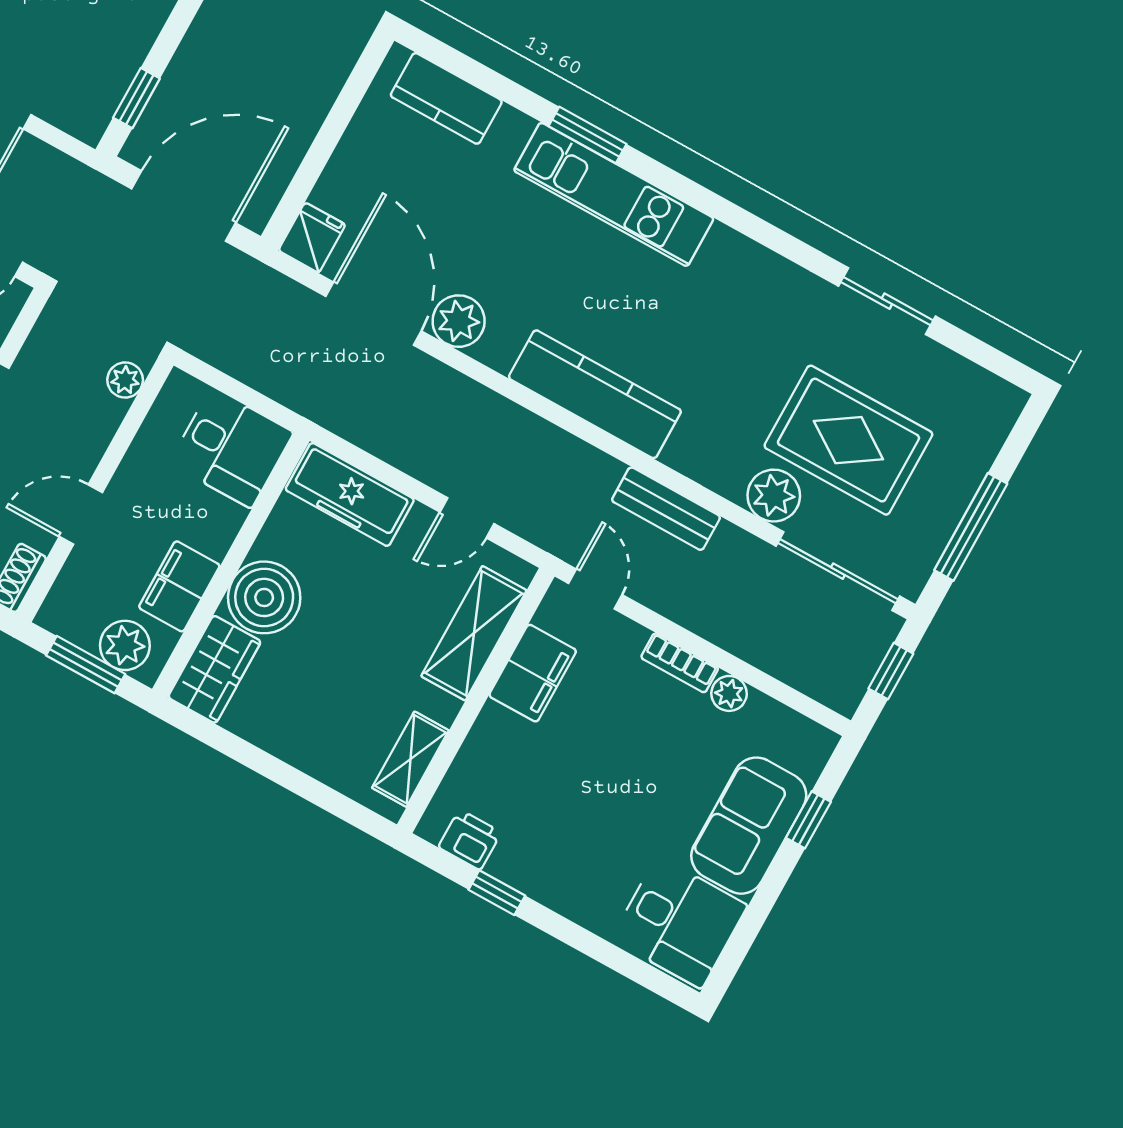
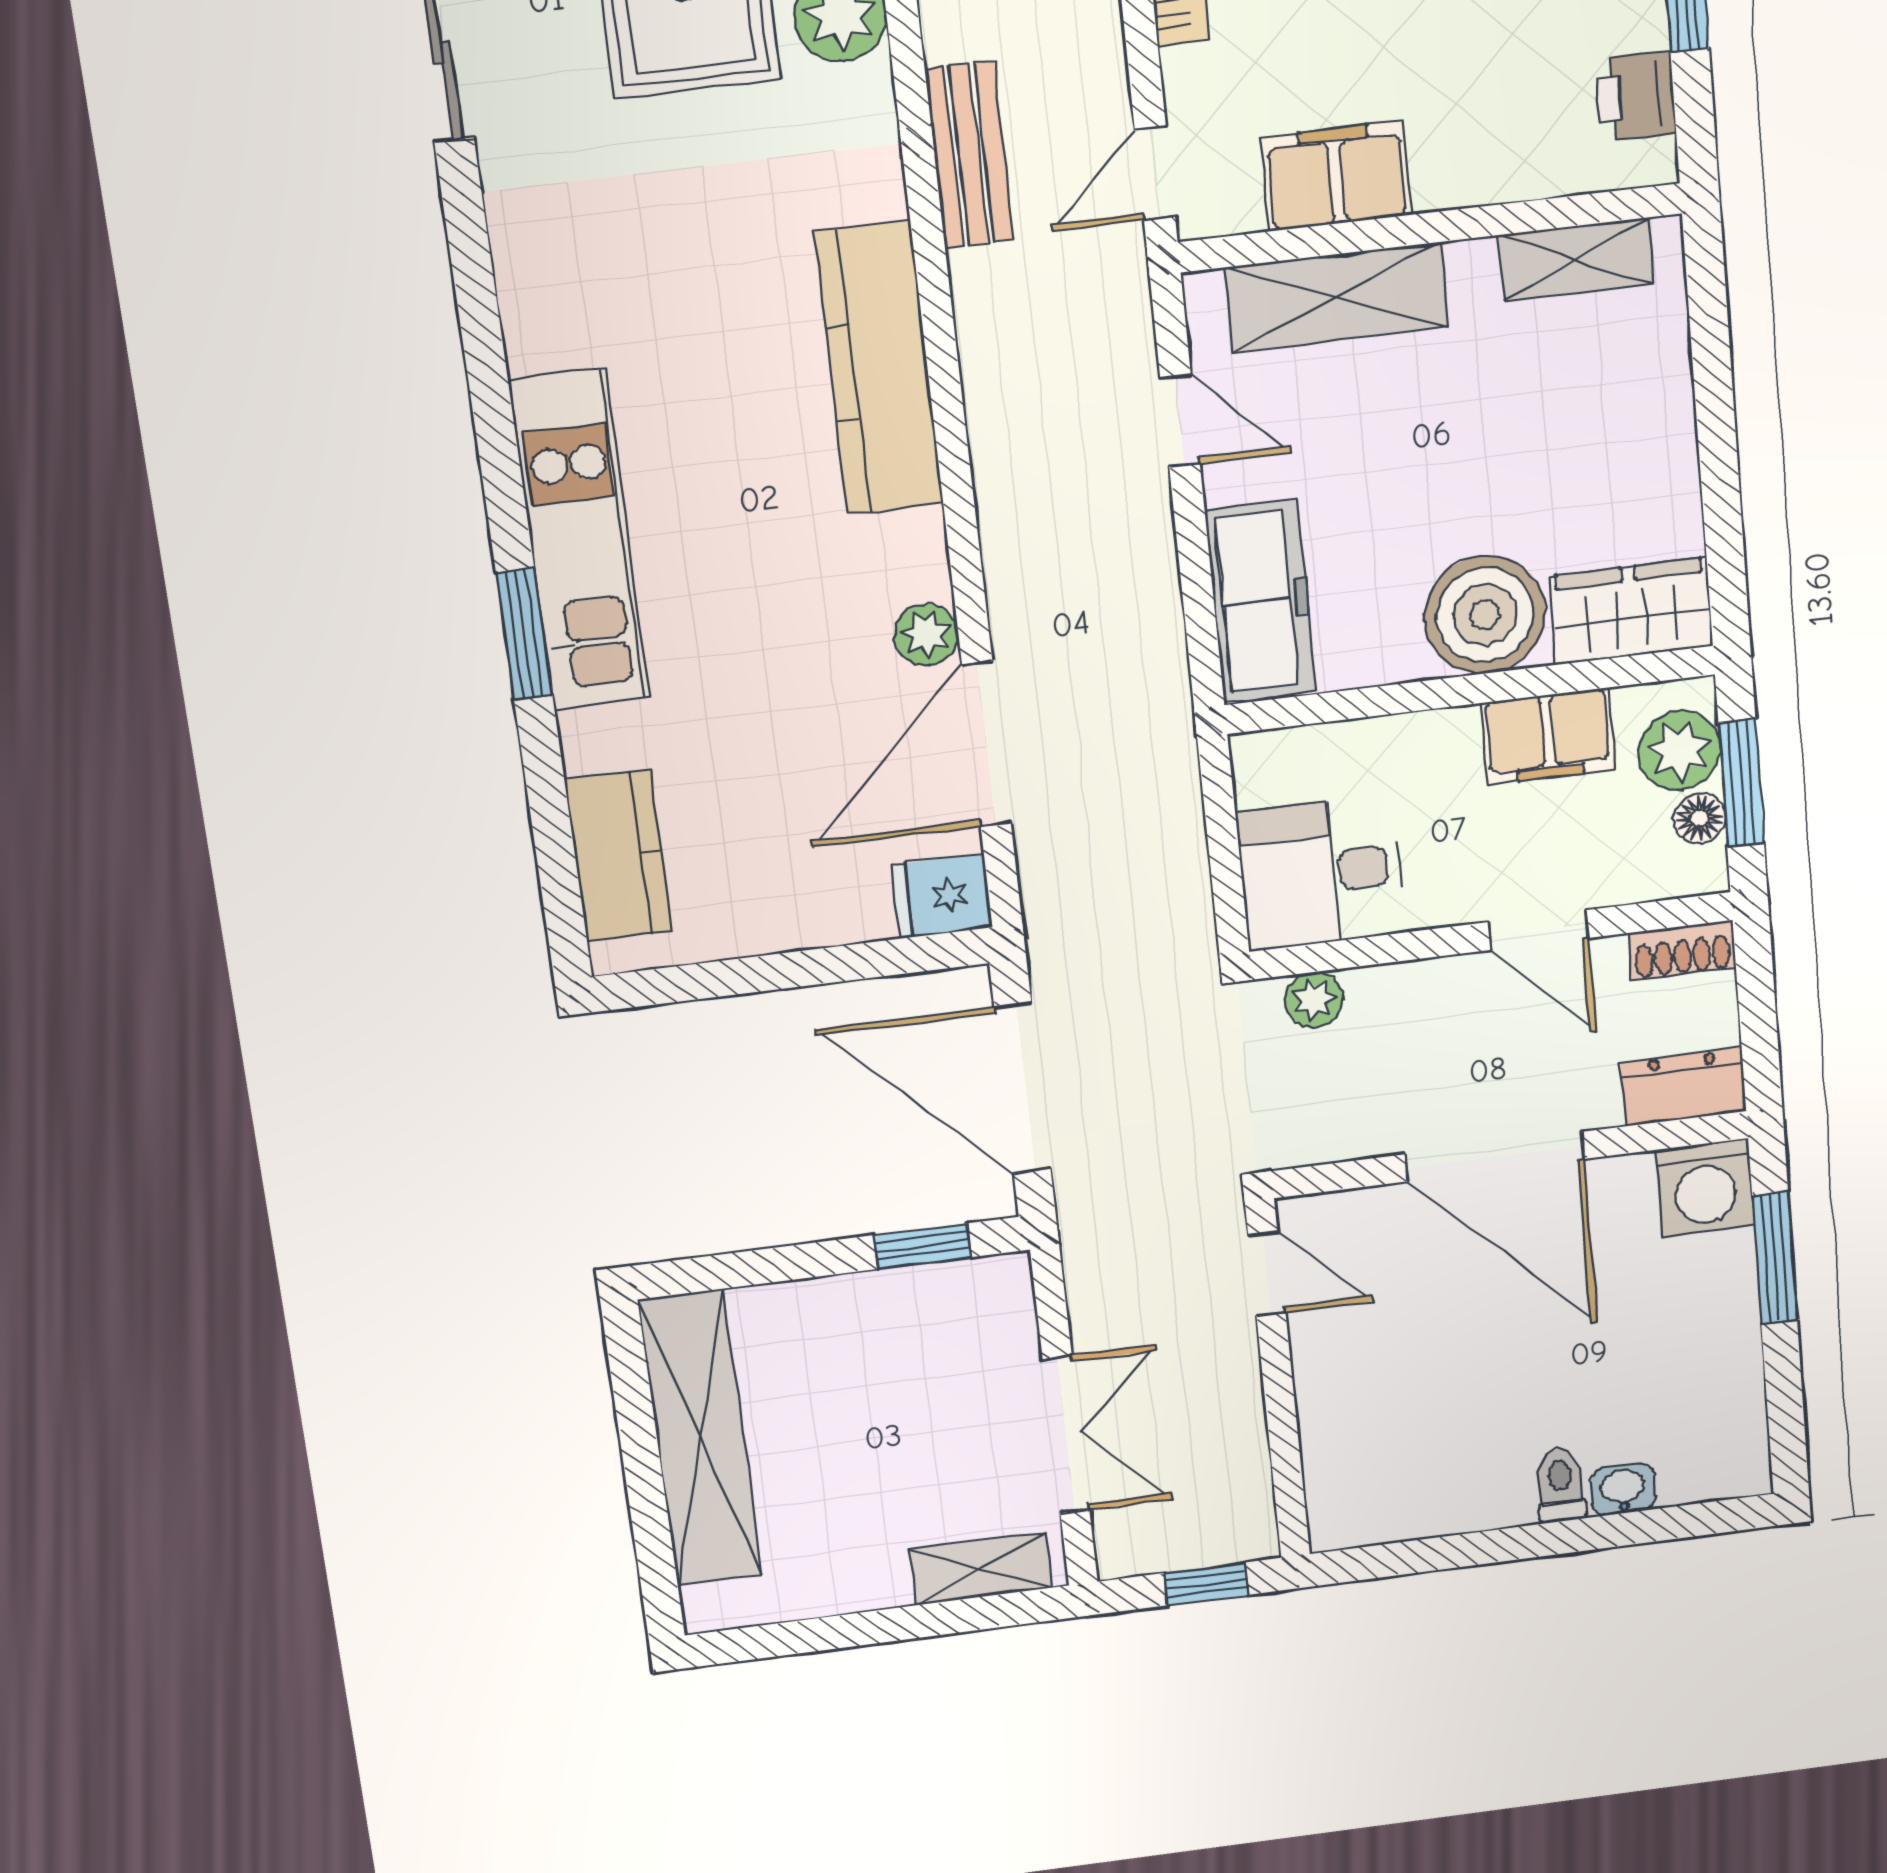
plant: (459, 321) -> (926, 635), width x0.73, depth x0.73
desk: (231, 448) -> (1321, 873), moved, turned -90
floor lamp: (82, 632) -> (1699, 818), added

